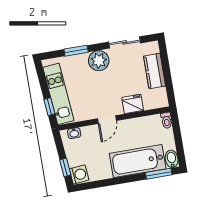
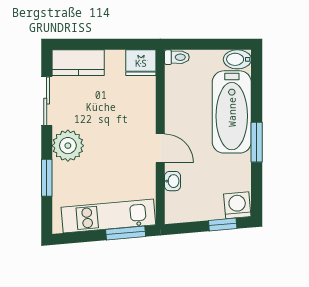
kitchen counter: (155, 71) -> (78, 63), moved
fridge: (133, 104) -> (141, 63), moved, turned -90
window: (49, 107) -> (126, 233), width x1.50
washbasin: (74, 133) -> (172, 181), moved
window: (159, 174) -> (257, 142), moved

